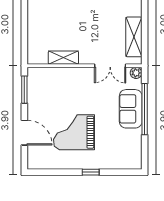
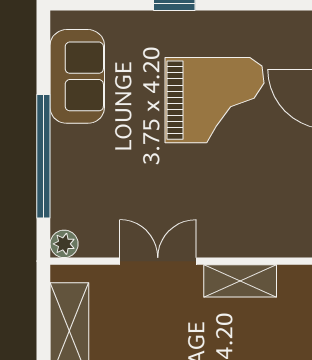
double door: (110, 66) -> (158, 261), moved
sofa: (131, 109) -> (77, 76), moved

